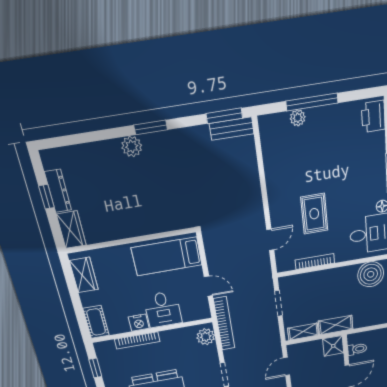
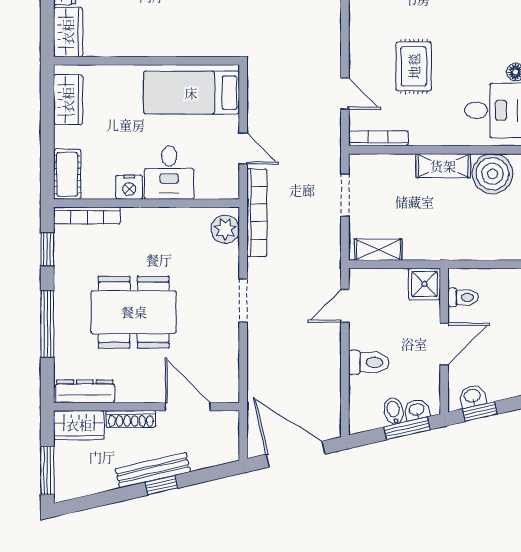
door: (270, 240) -> (345, 94), hinge flipped
bookcase: (315, 262) -> (378, 138), moved
shelving: (336, 325) -> (443, 166), moved
bookcase: (137, 340) -> (87, 216), moved

